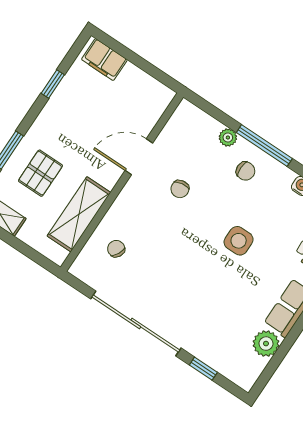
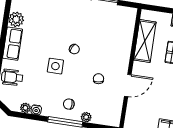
chair: (116, 249) -> (74, 49), moved

